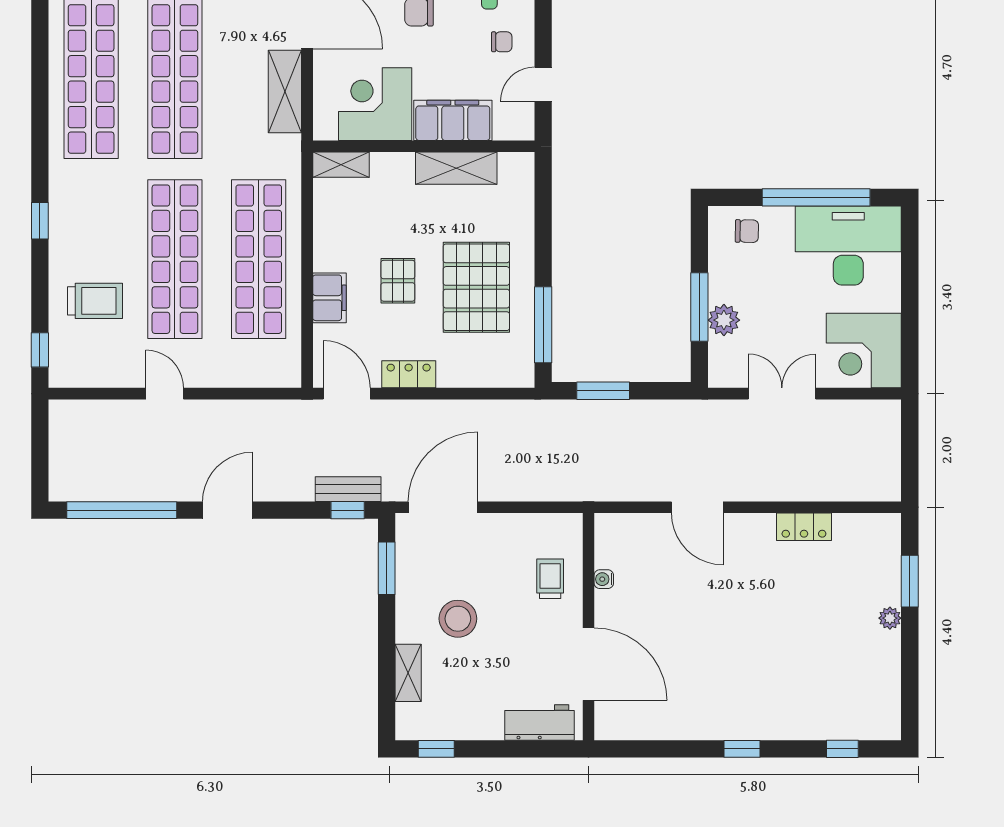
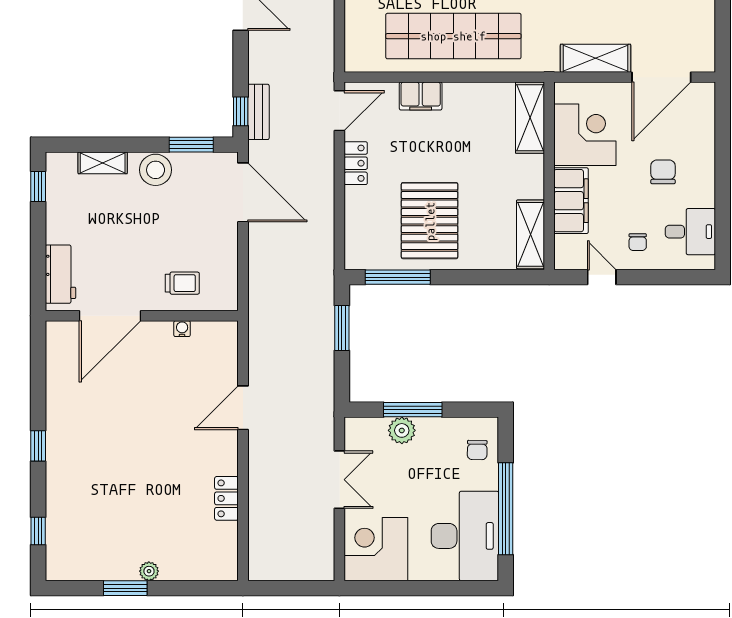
shelving: (341, 165) -> (530, 118), width x1.50, depth x1.33
shelving: (456, 168) -> (530, 234), moved
pallet: (398, 281) -> (435, 154), removed
pallet: (476, 287) -> (430, 221), turned 90
window: (910, 581) -> (125, 588), moved
stool: (458, 619) -> (156, 170), moved

